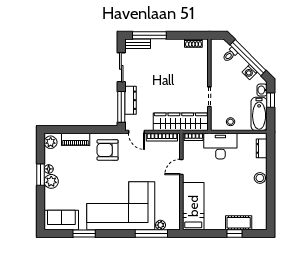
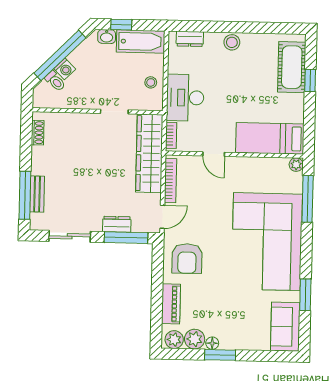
bench: (138, 44) -> (37, 194), moved
washing machine: (250, 72) -> (65, 69), moved
dresser: (130, 100) -> (117, 224), width x0.70
plant: (51, 181) -> (195, 339), moved
cot: (239, 223) -> (292, 67), width x1.37, depth x1.34
plant: (160, 225) -> (296, 165), moved

